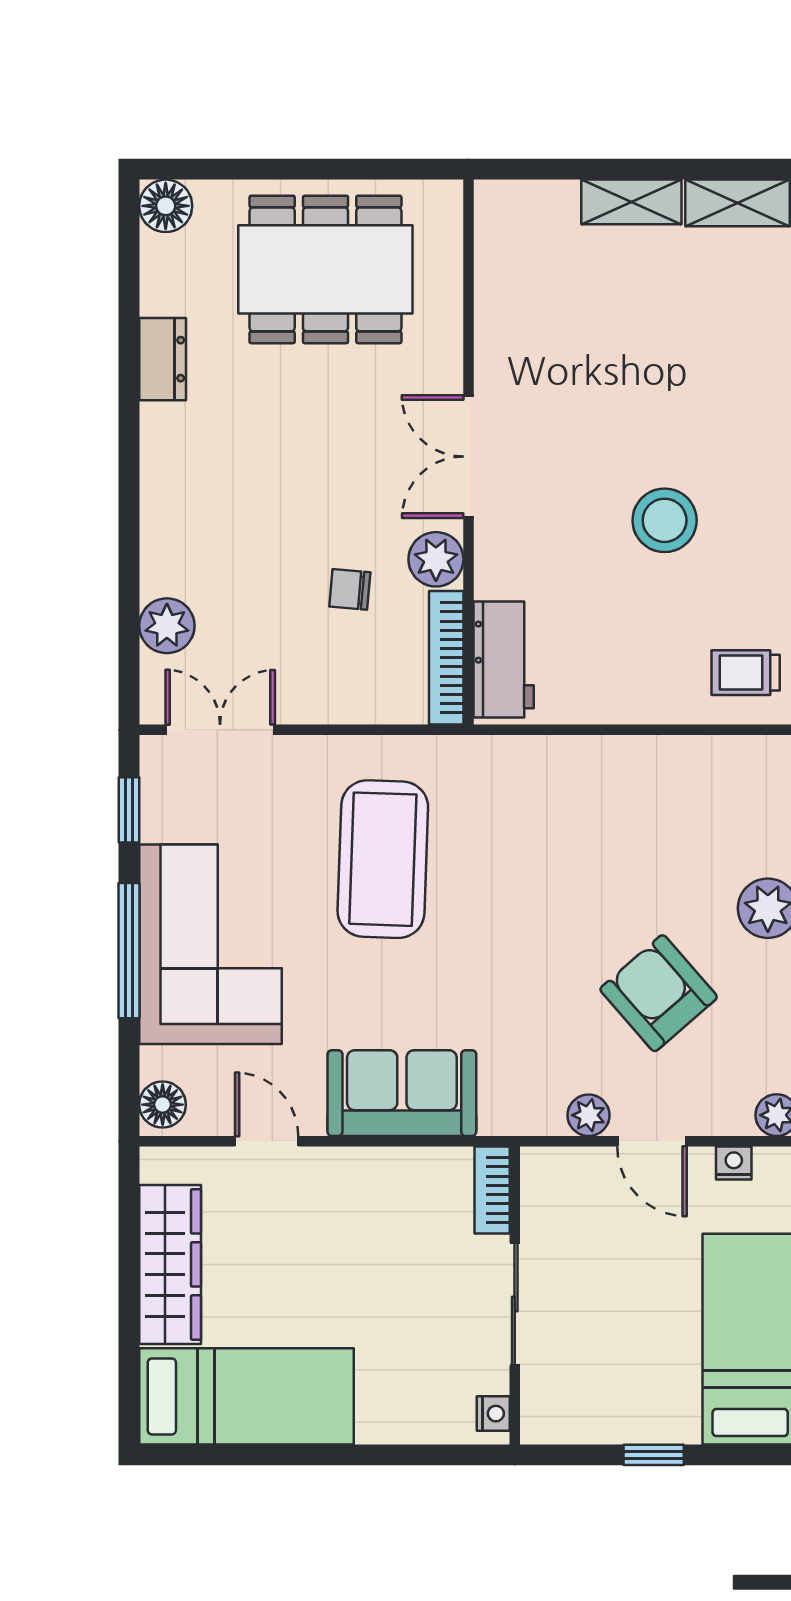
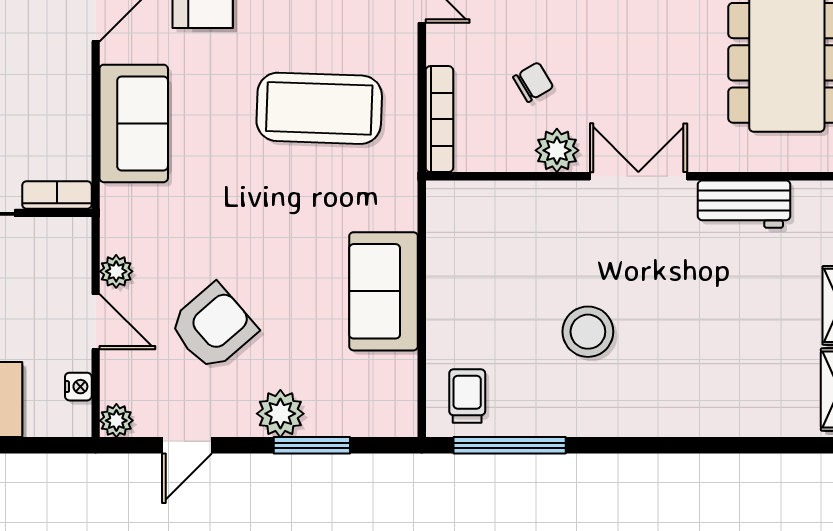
chair: (350, 589) -> (533, 82), turned 54
bookcase: (446, 658) -> (439, 119), moved, turned 90
workbench: (504, 660) -> (744, 204), moved
sofa: (614, 778) -> (383, 291), added
door: (652, 1141) -> (96, 322), swing flipped

